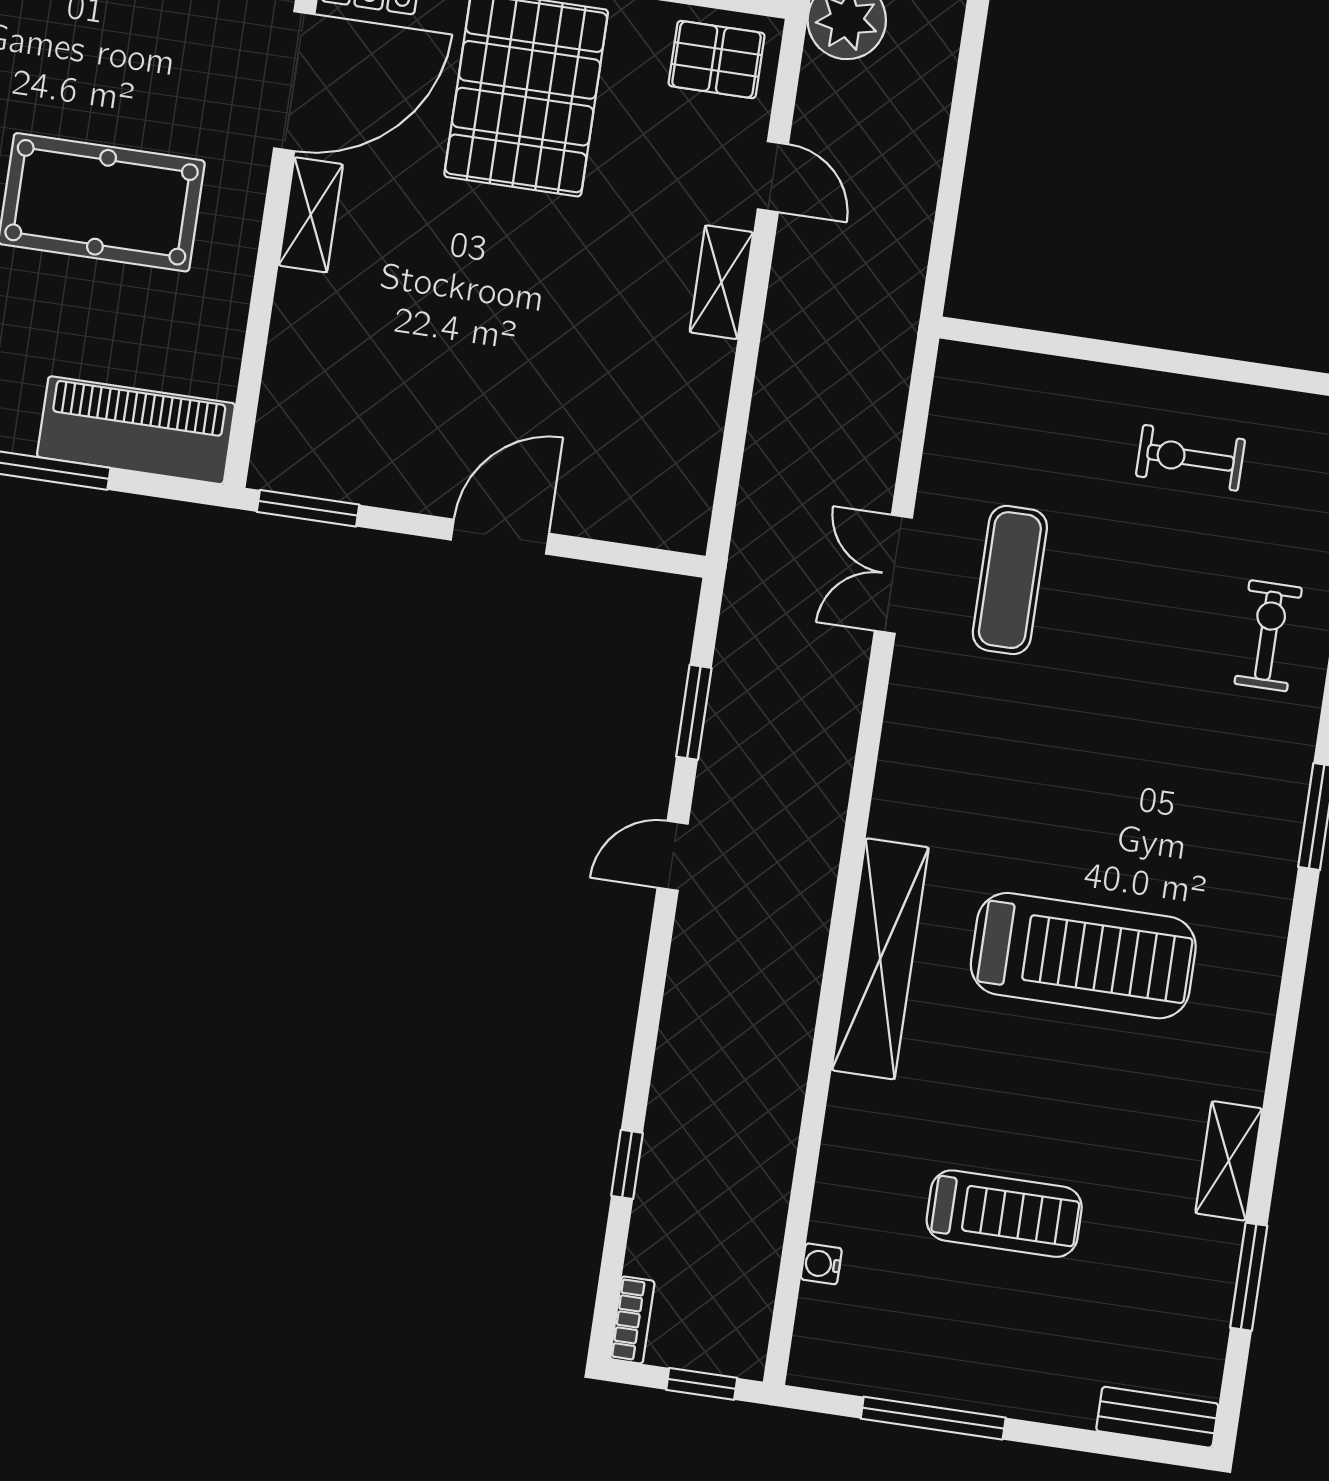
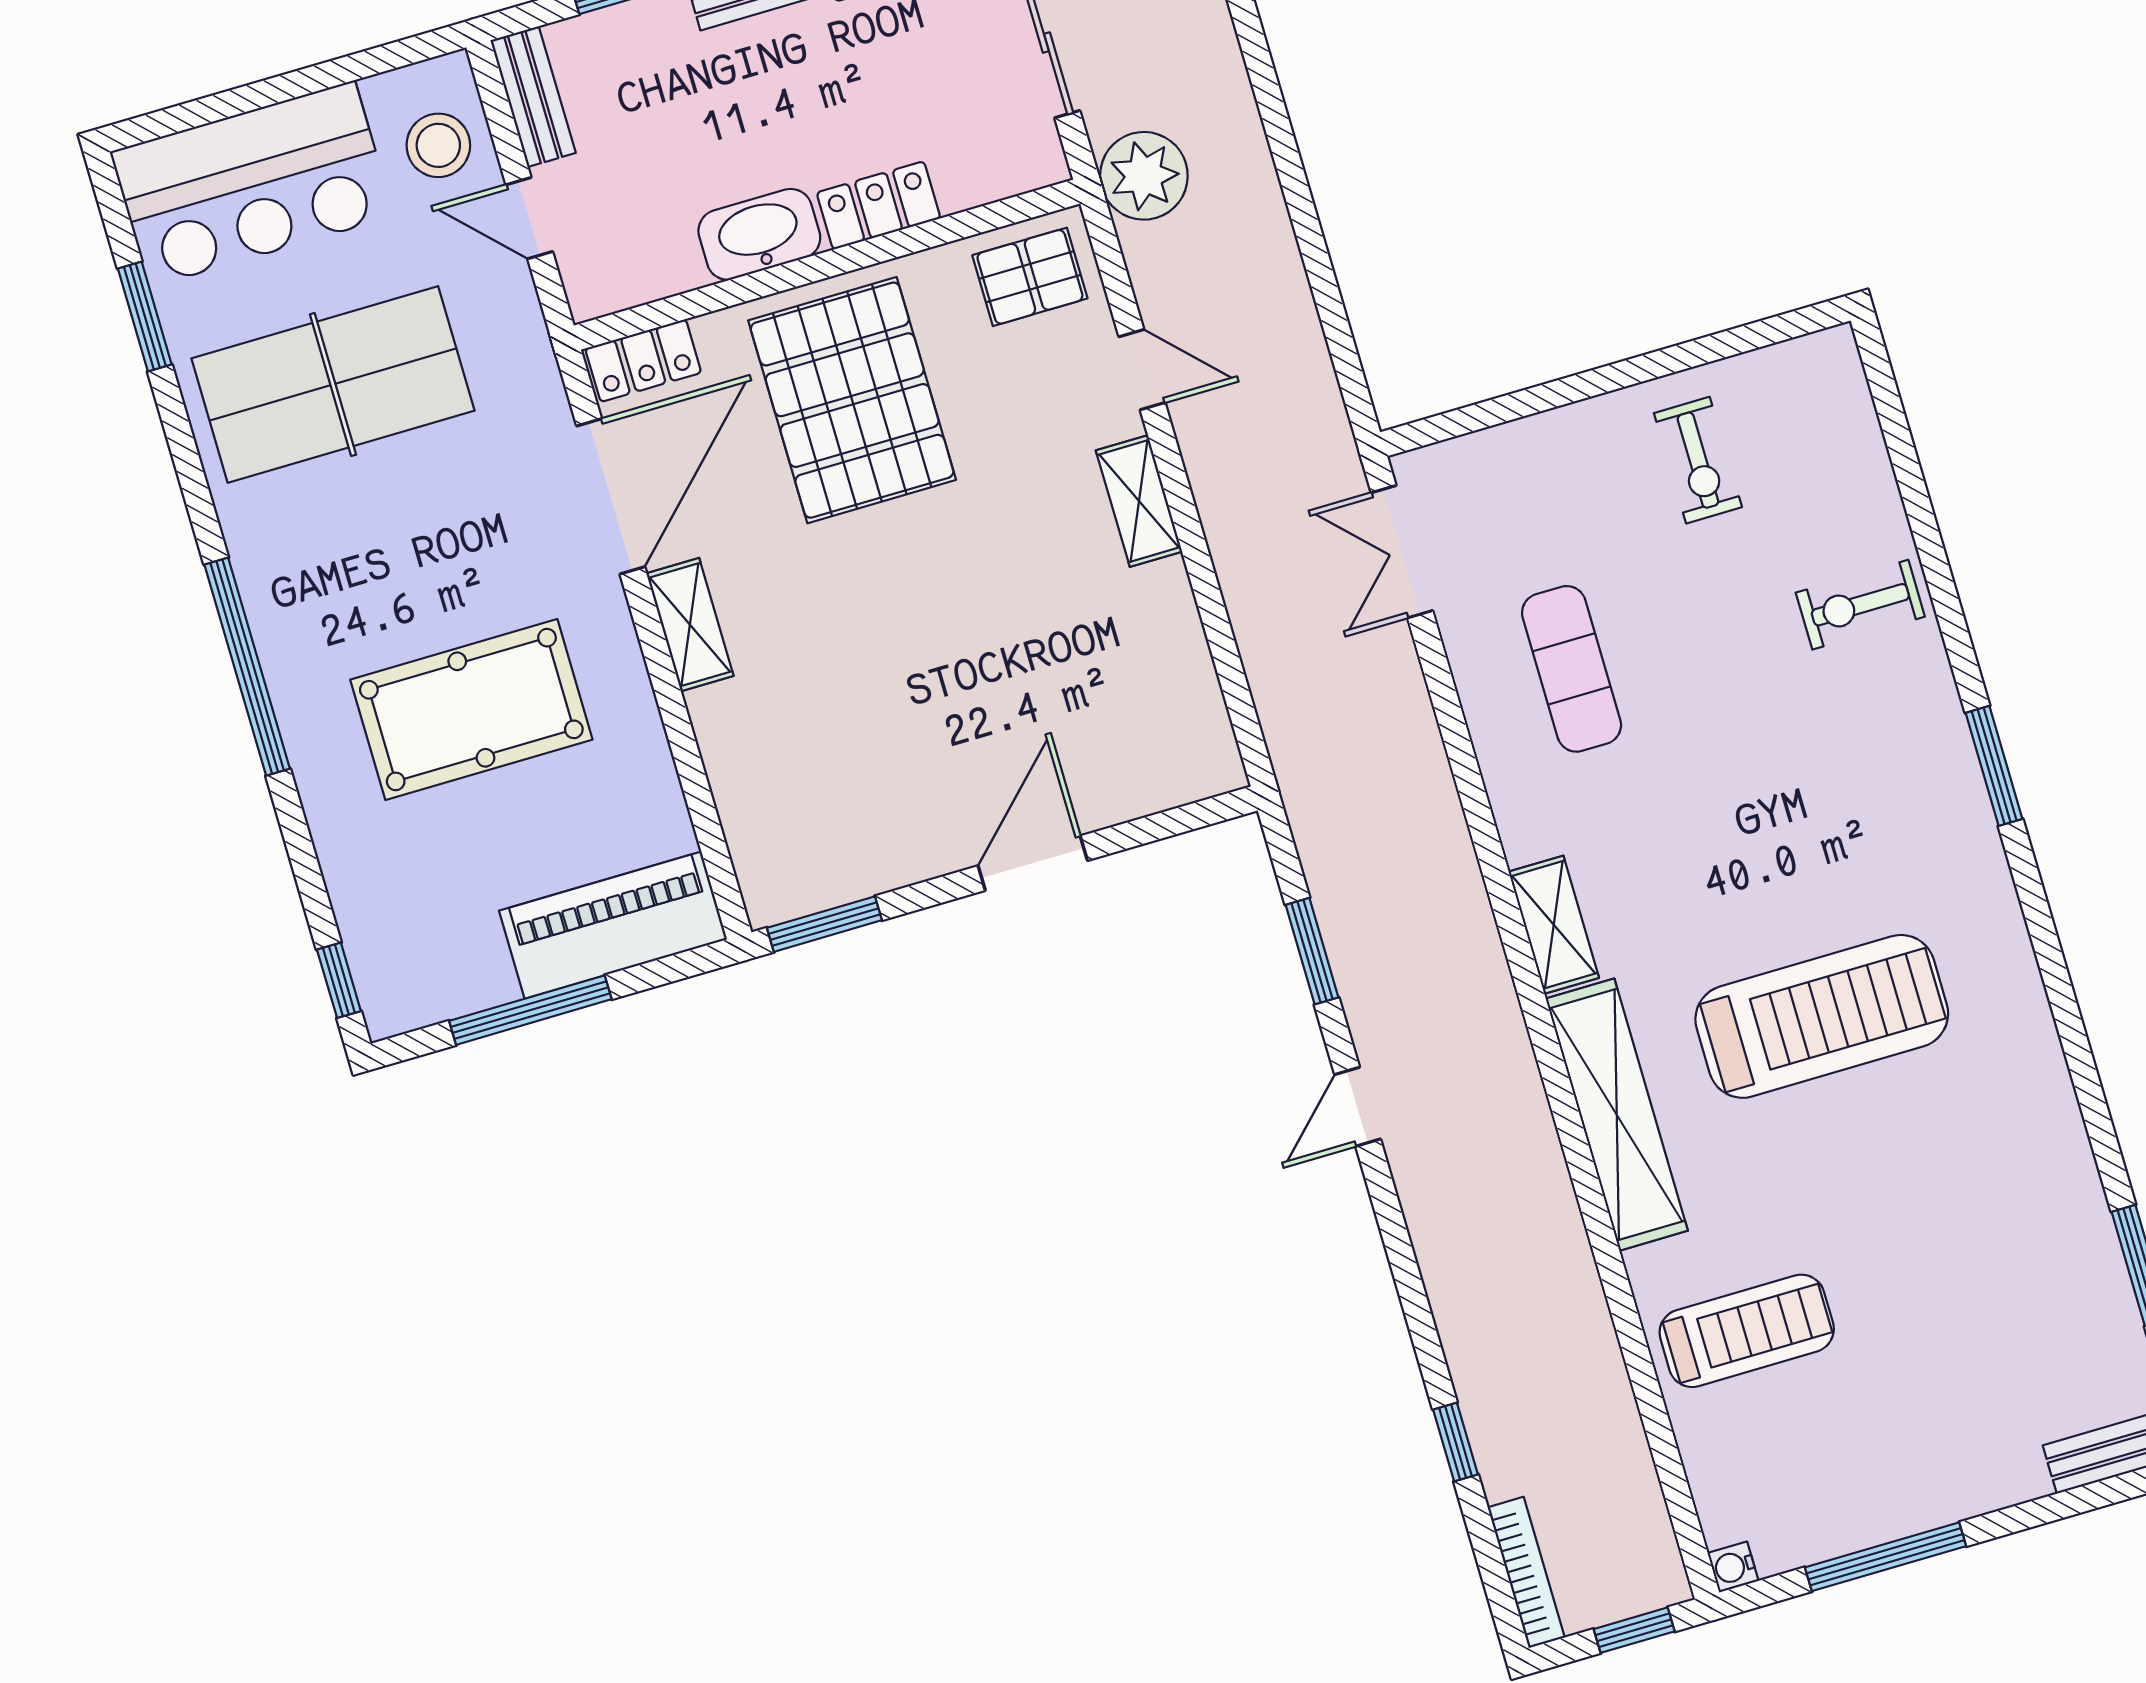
exercise bike: (1190, 458) -> (1698, 460), turned -90
double door: (893, 574) -> (1402, 552), moved
exercise bike: (1268, 636) -> (1860, 605), turned -90
shelving: (1229, 1161) -> (1554, 925), moved
treadmill: (1004, 1214) -> (1747, 1331), moved
water cooler: (821, 1264) -> (1733, 1567), moved
bookcase: (632, 1320) -> (1526, 1572), width x1.56

